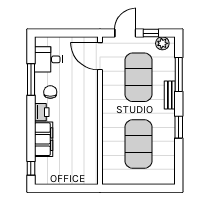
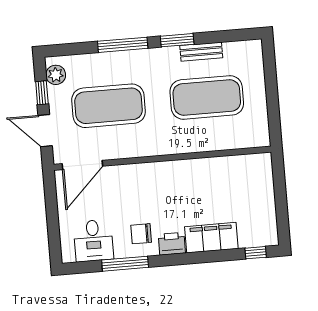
window: (179, 75) -> (123, 45), moved
bench: (170, 95) -> (201, 52), moved

